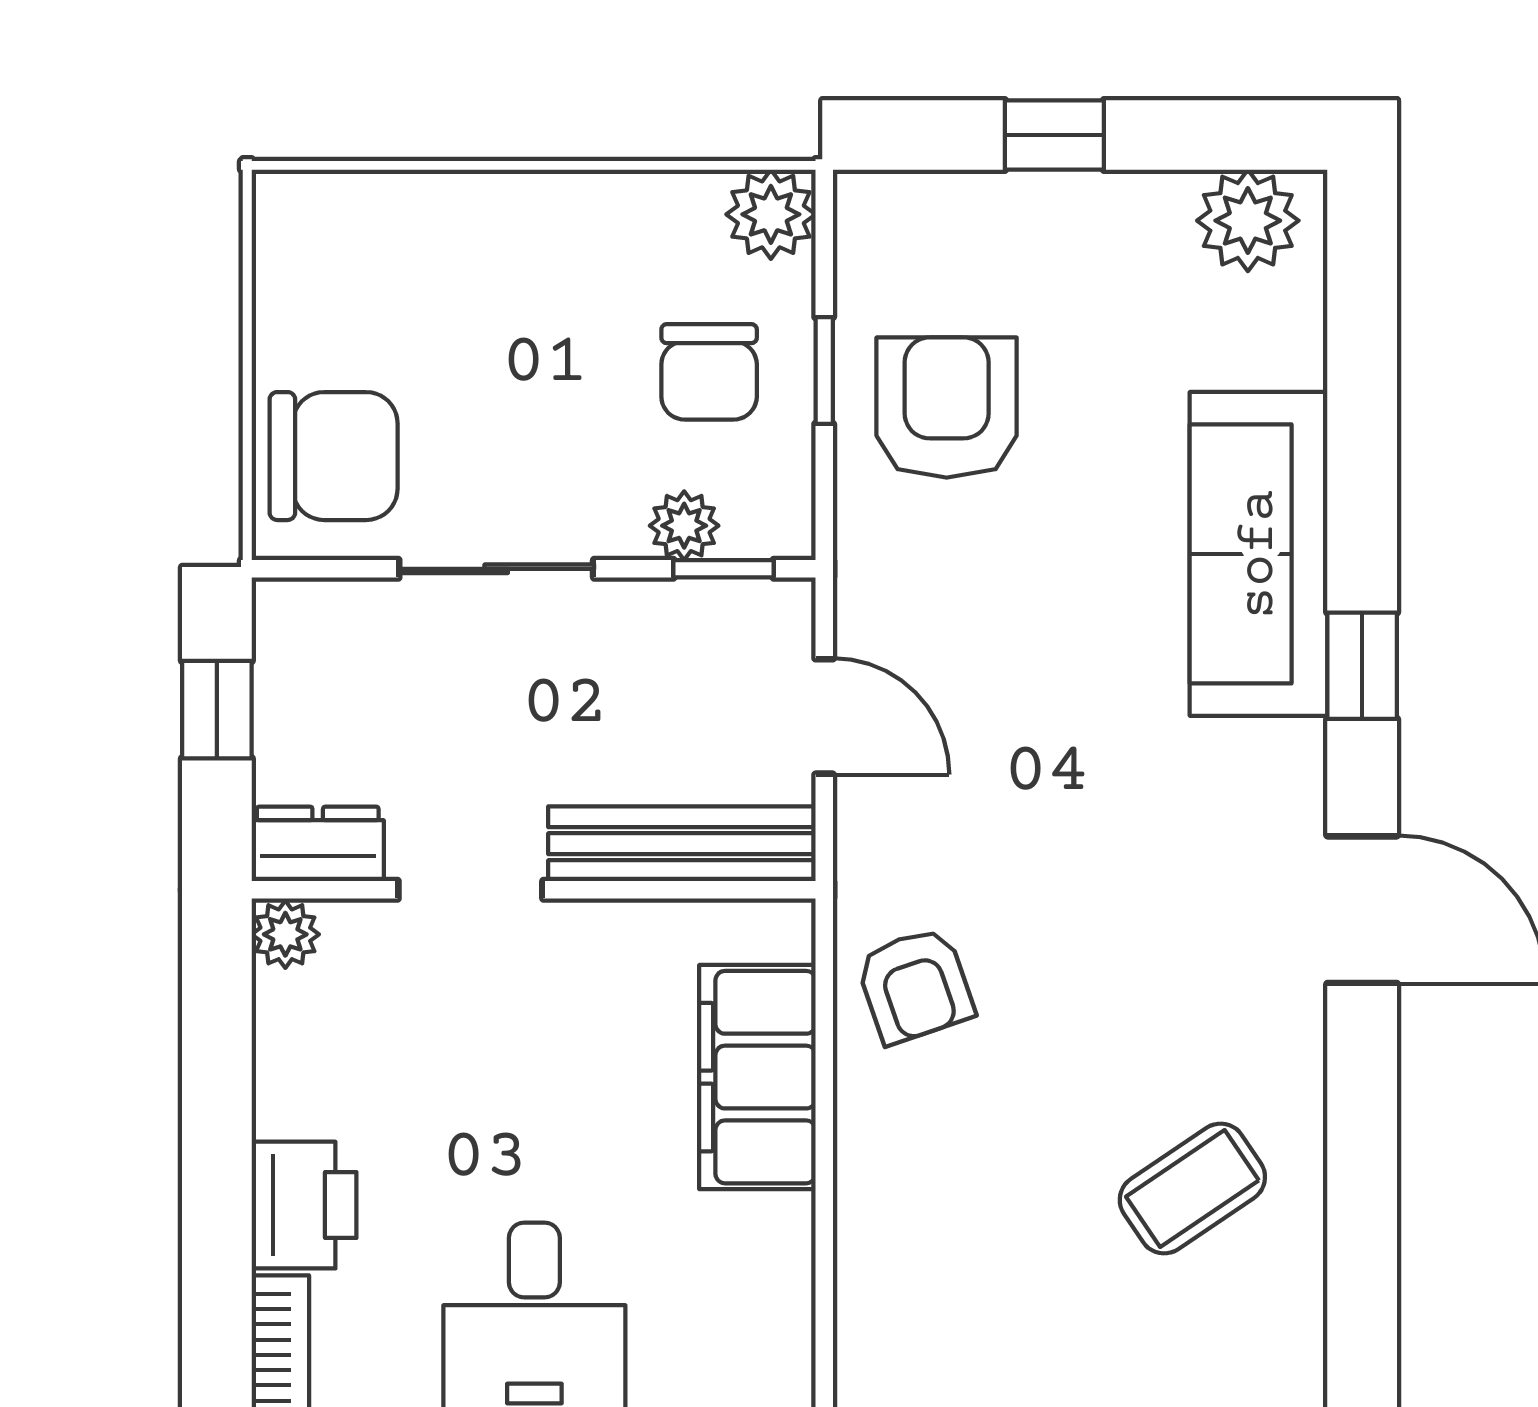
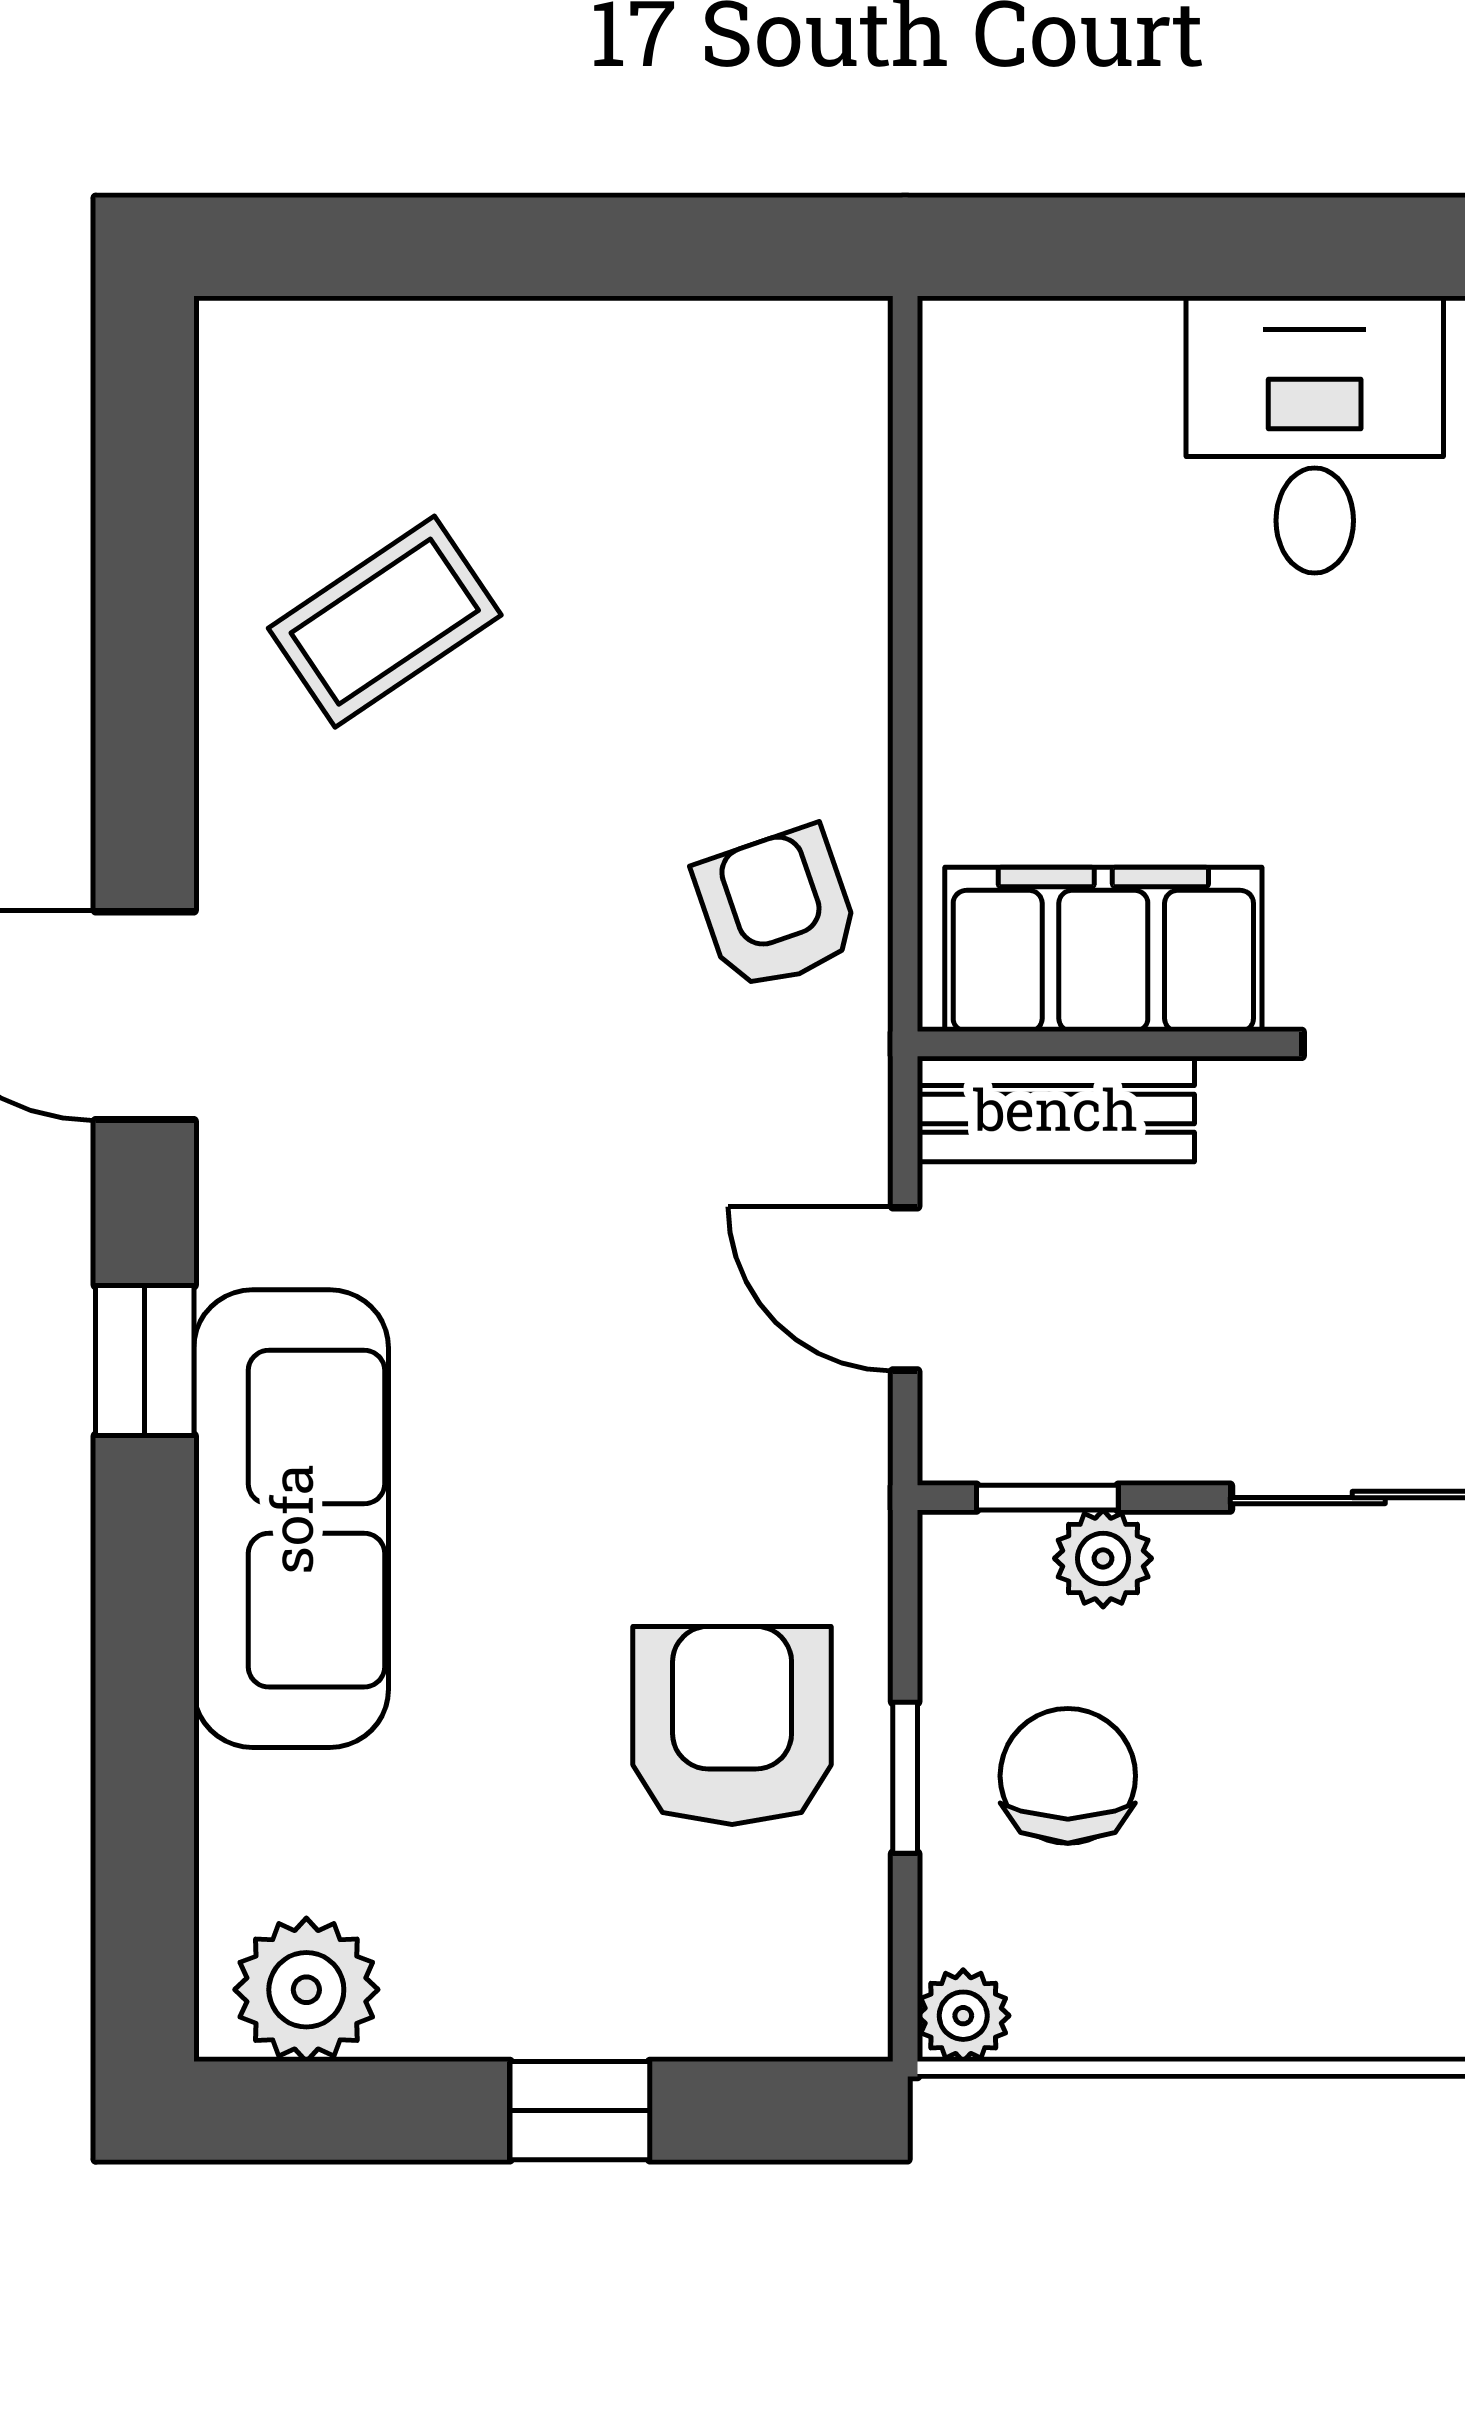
plant: (771, 214) -> (963, 2016), width x0.73, depth x0.73
armchair: (947, 408) -> (732, 1725), turned 180
bench: (682, 844) -> (1056, 1109), width x0.73
filing cabinet: (757, 1077) -> (1103, 949), moved, turned -90

